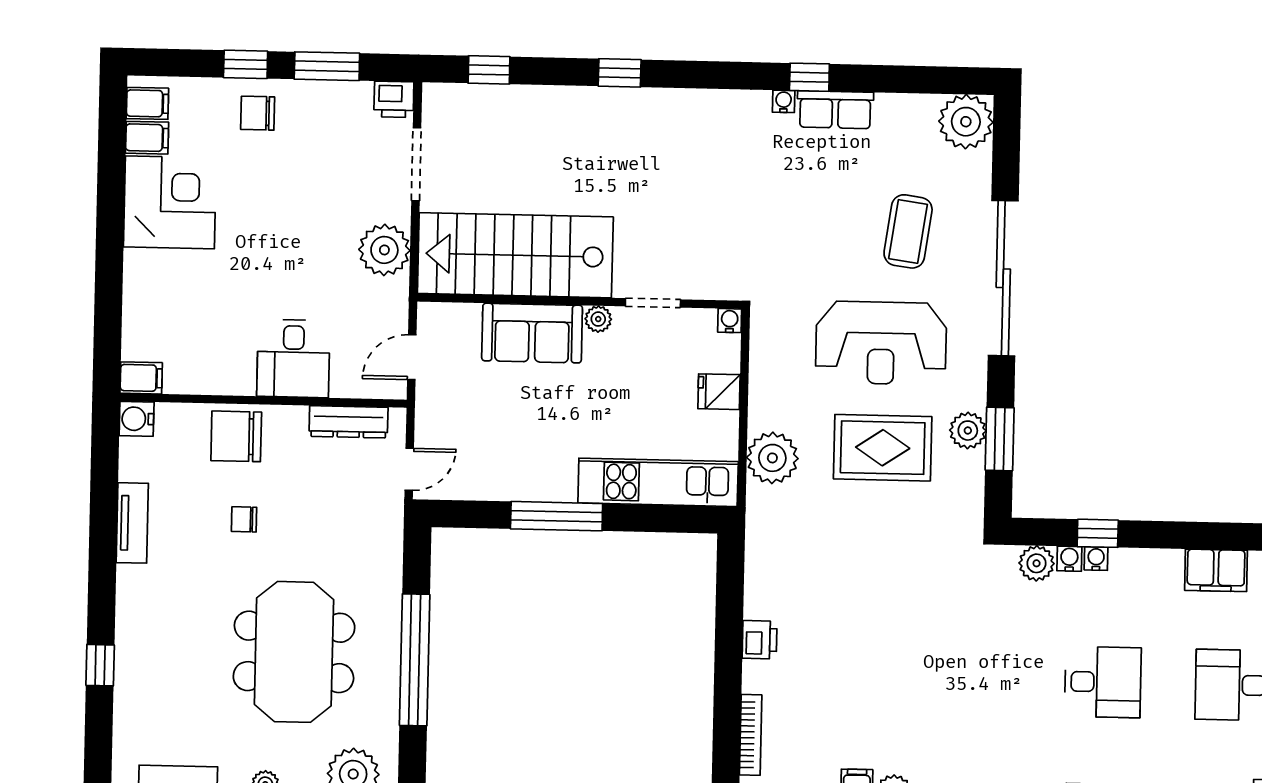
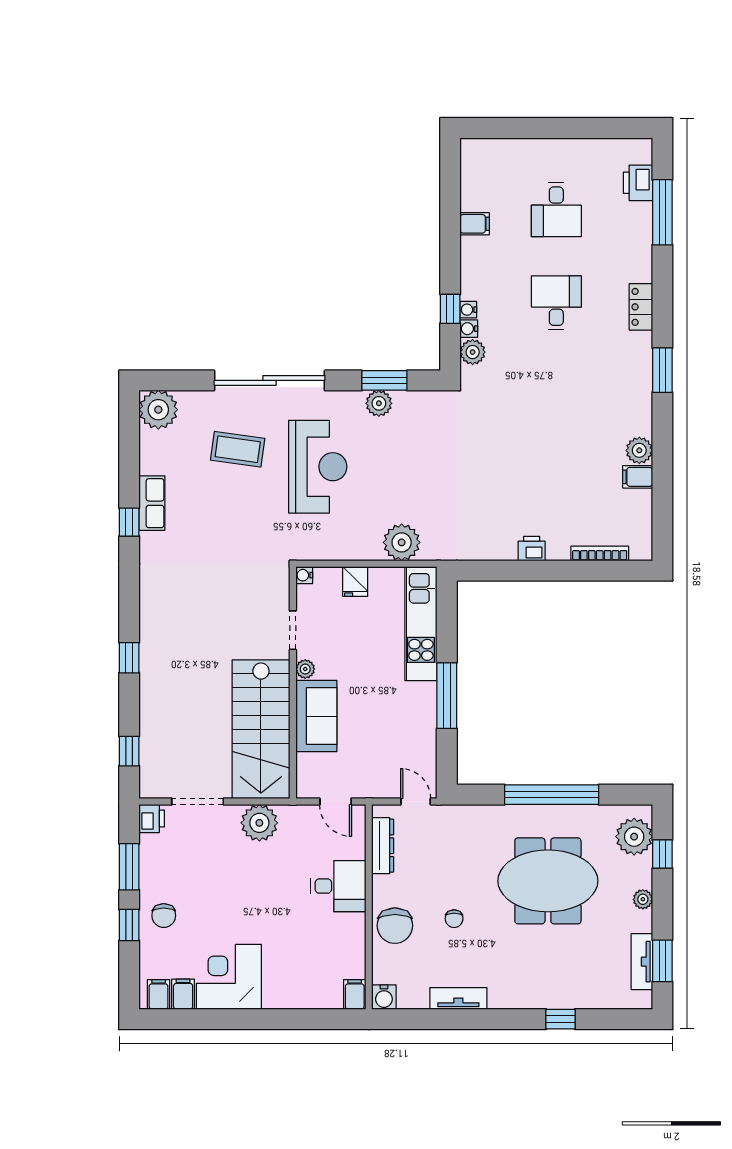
water cooler: (784, 101) -> (147, 540), removed
rug: (883, 448) -> (393, 464), removed
filing cabinet: (1216, 570) -> (475, 224), width x0.50

